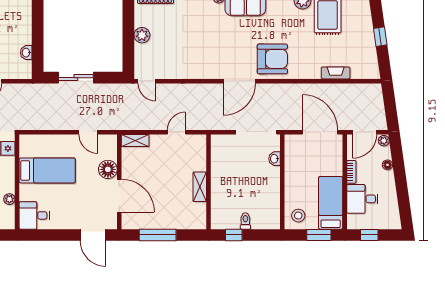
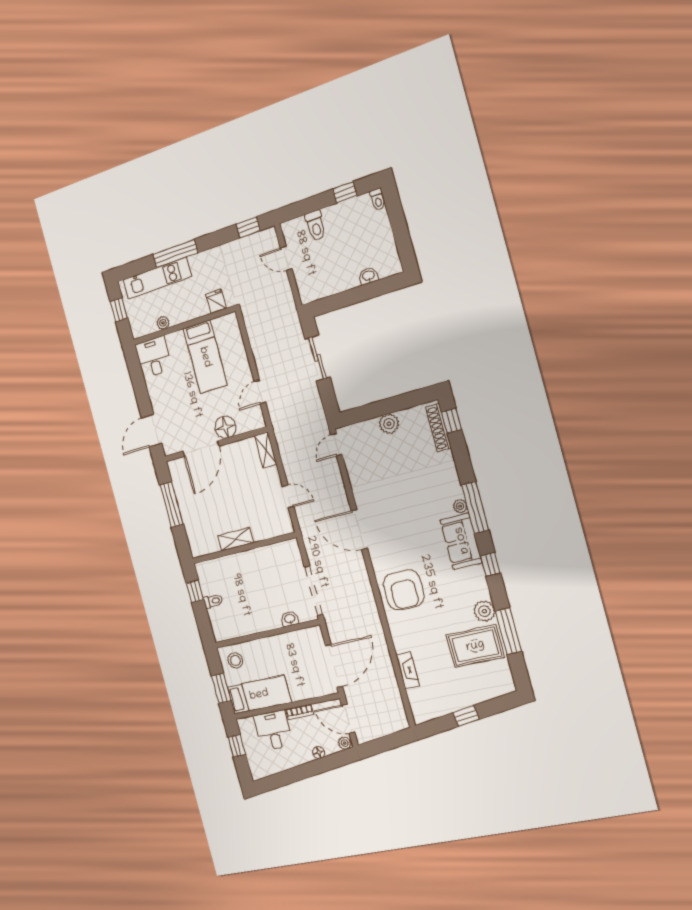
washbasin: (26, 53) -> (368, 276), moved
door: (239, 81) -> (359, 530), moved

